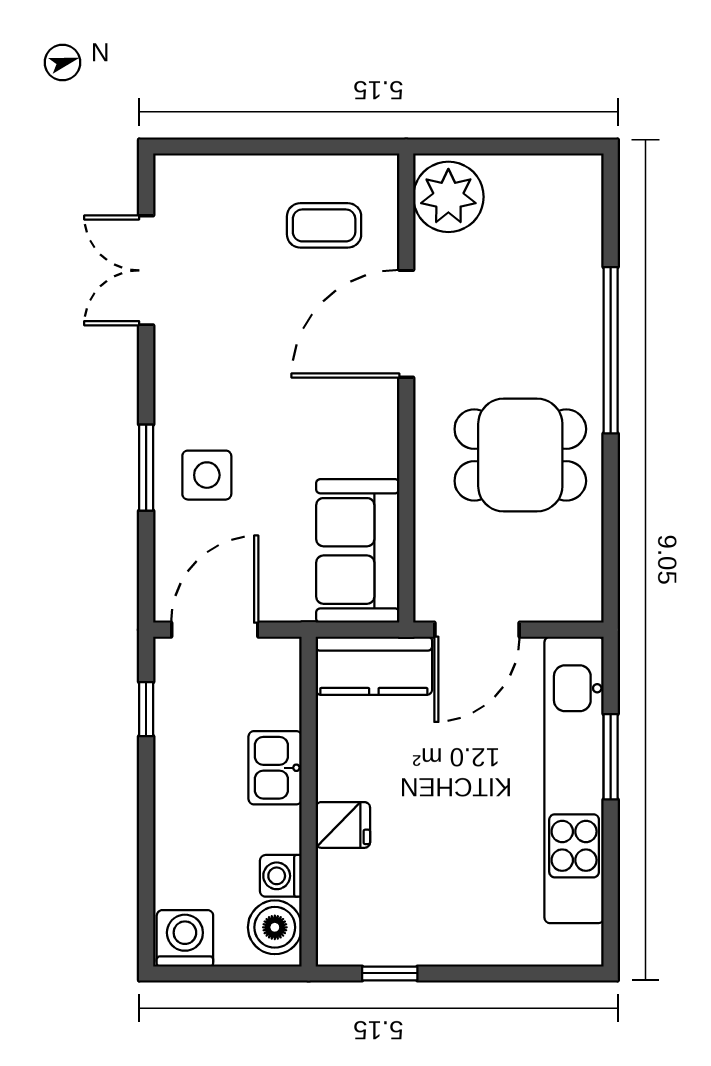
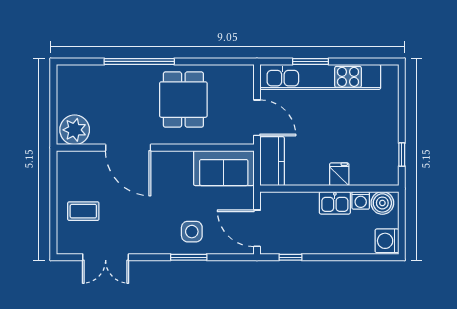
coffee table: (324, 225) -> (83, 211), moved, turned 90
kitchen sink: (275, 768) -> (335, 203), moved

